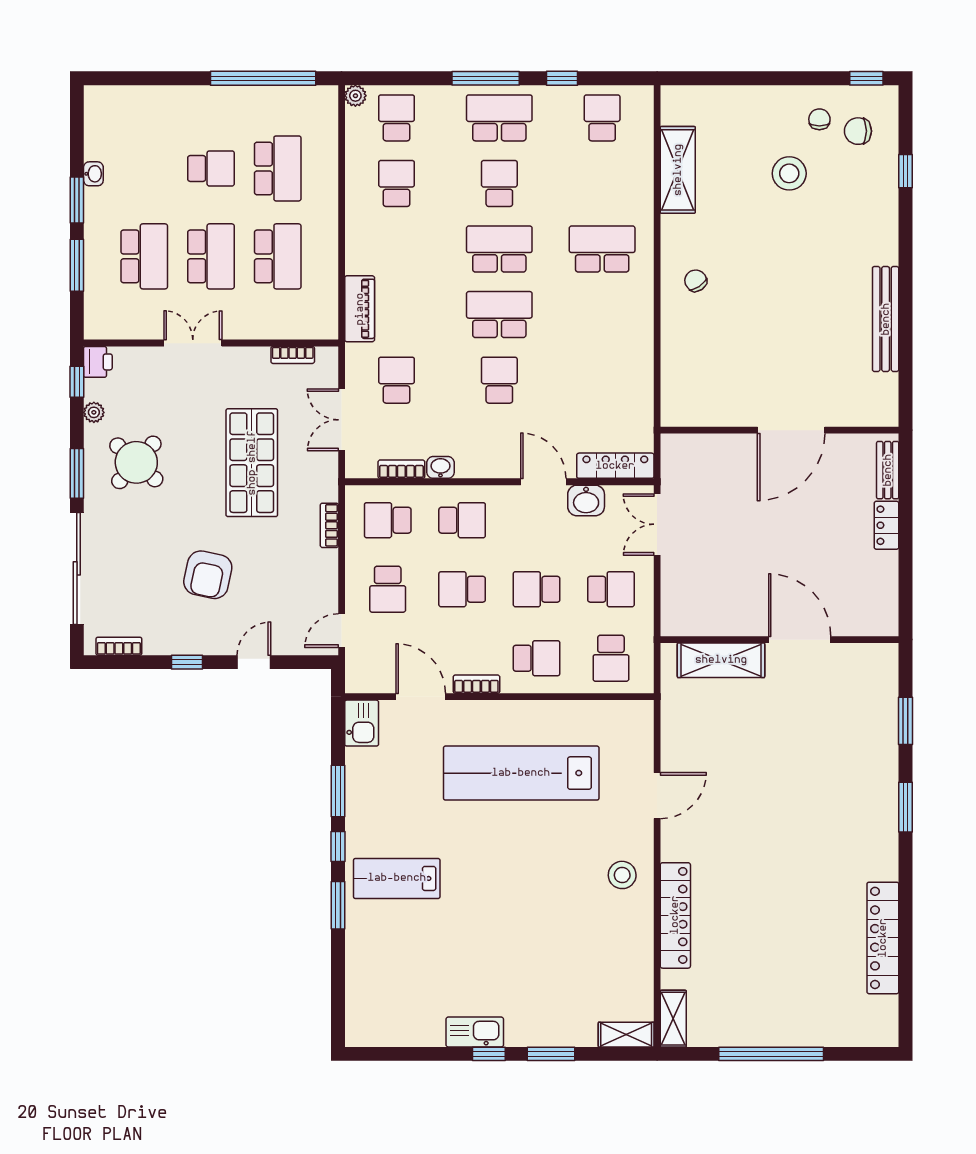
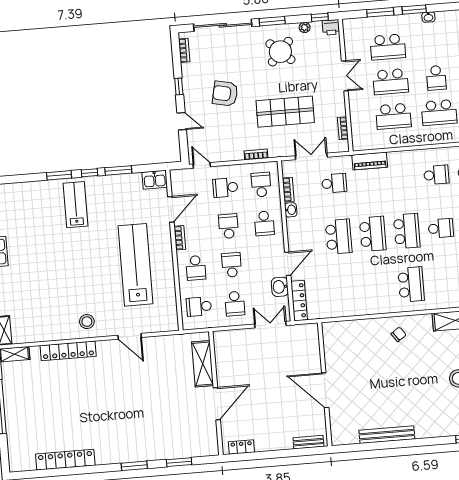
school desk: (499, 380) -> (339, 237), width x1.85
locker: (886, 525) -> (241, 447), moved

